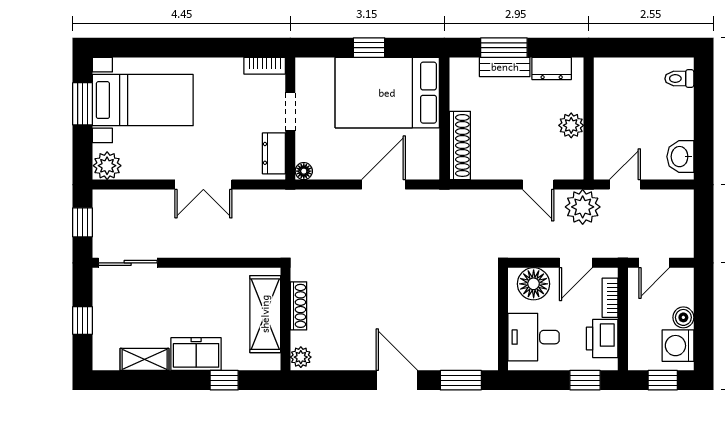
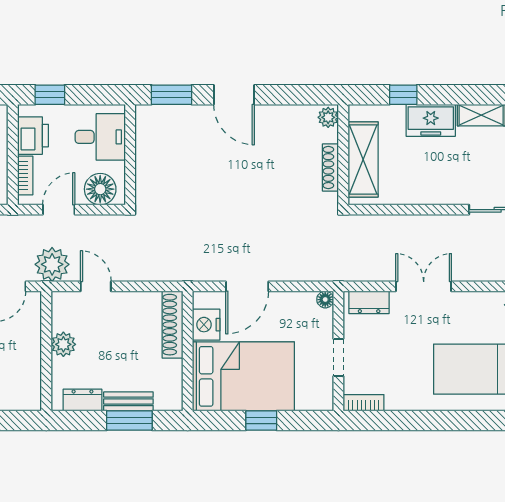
nightstand: (425, 145) -> (206, 325), added
dresser: (274, 153) -> (369, 302), moved, turned 90

